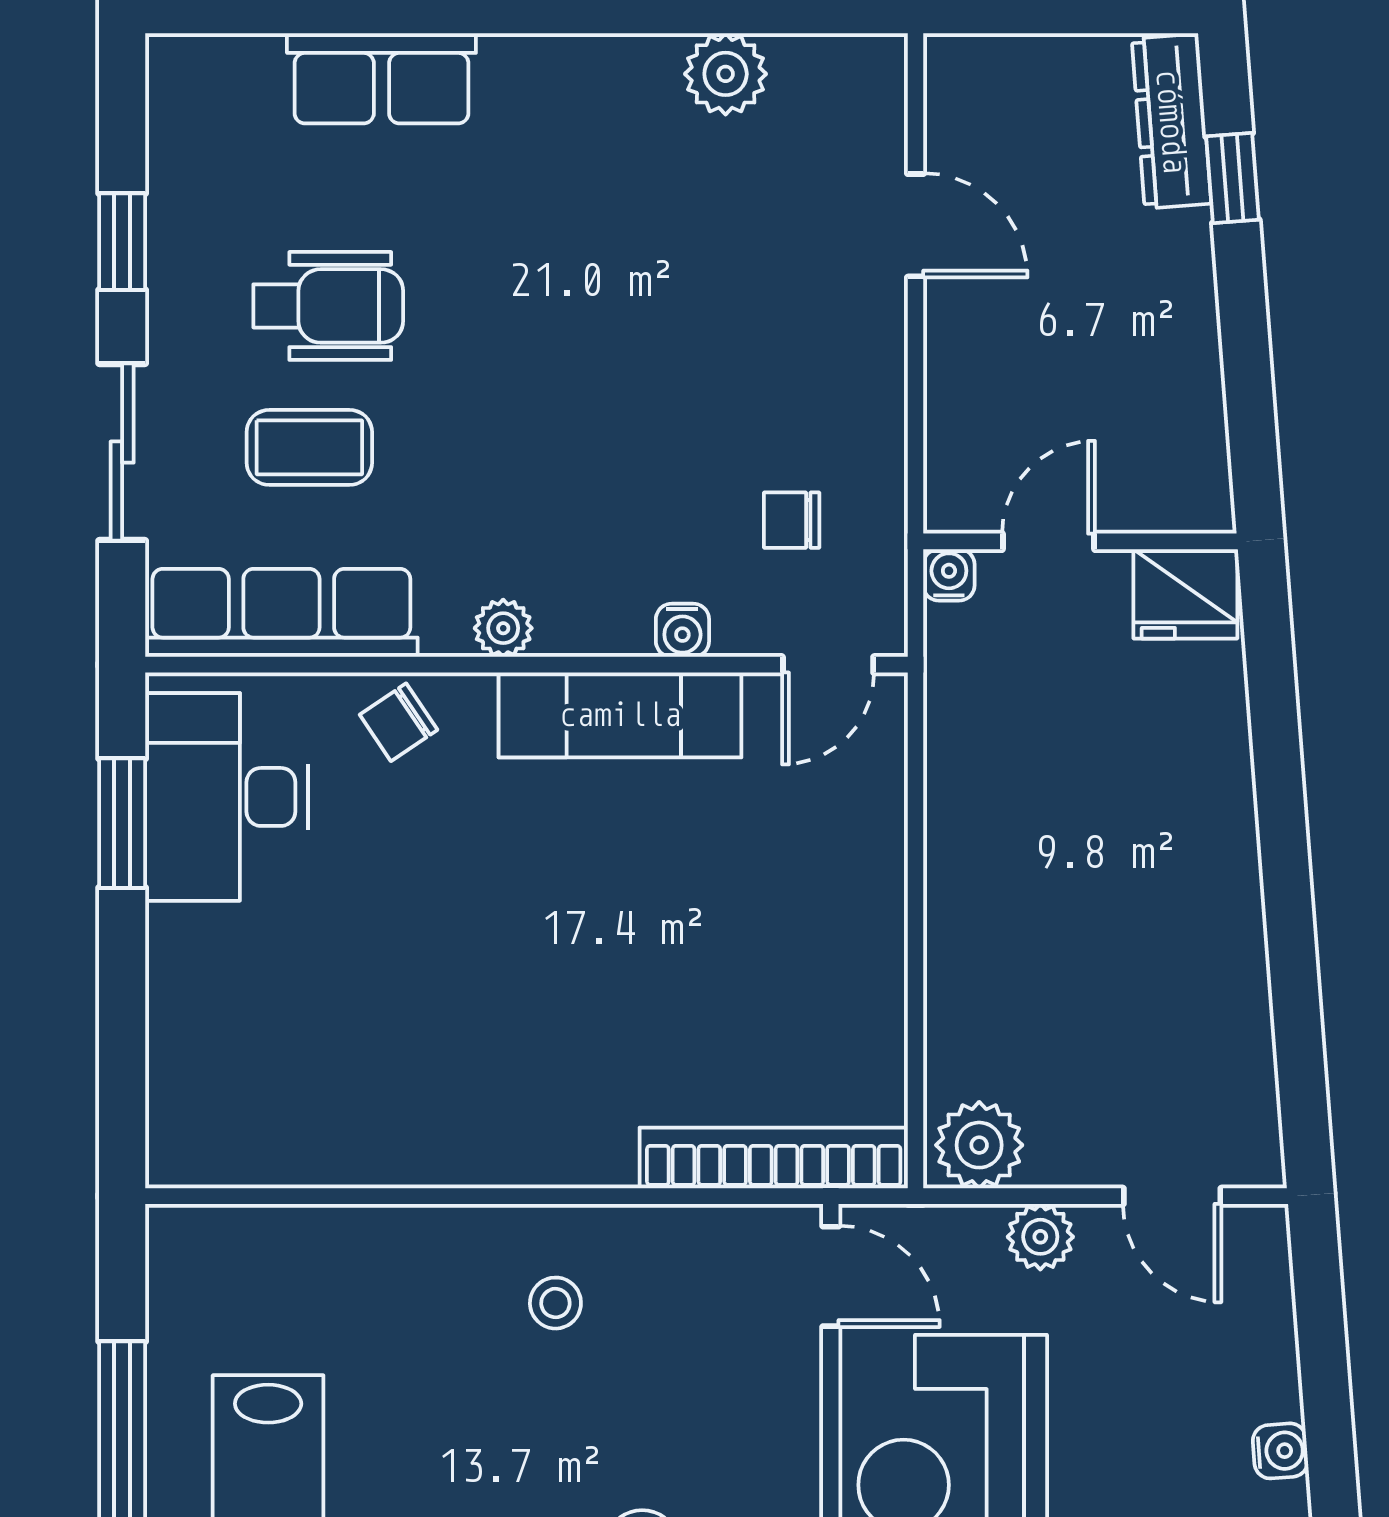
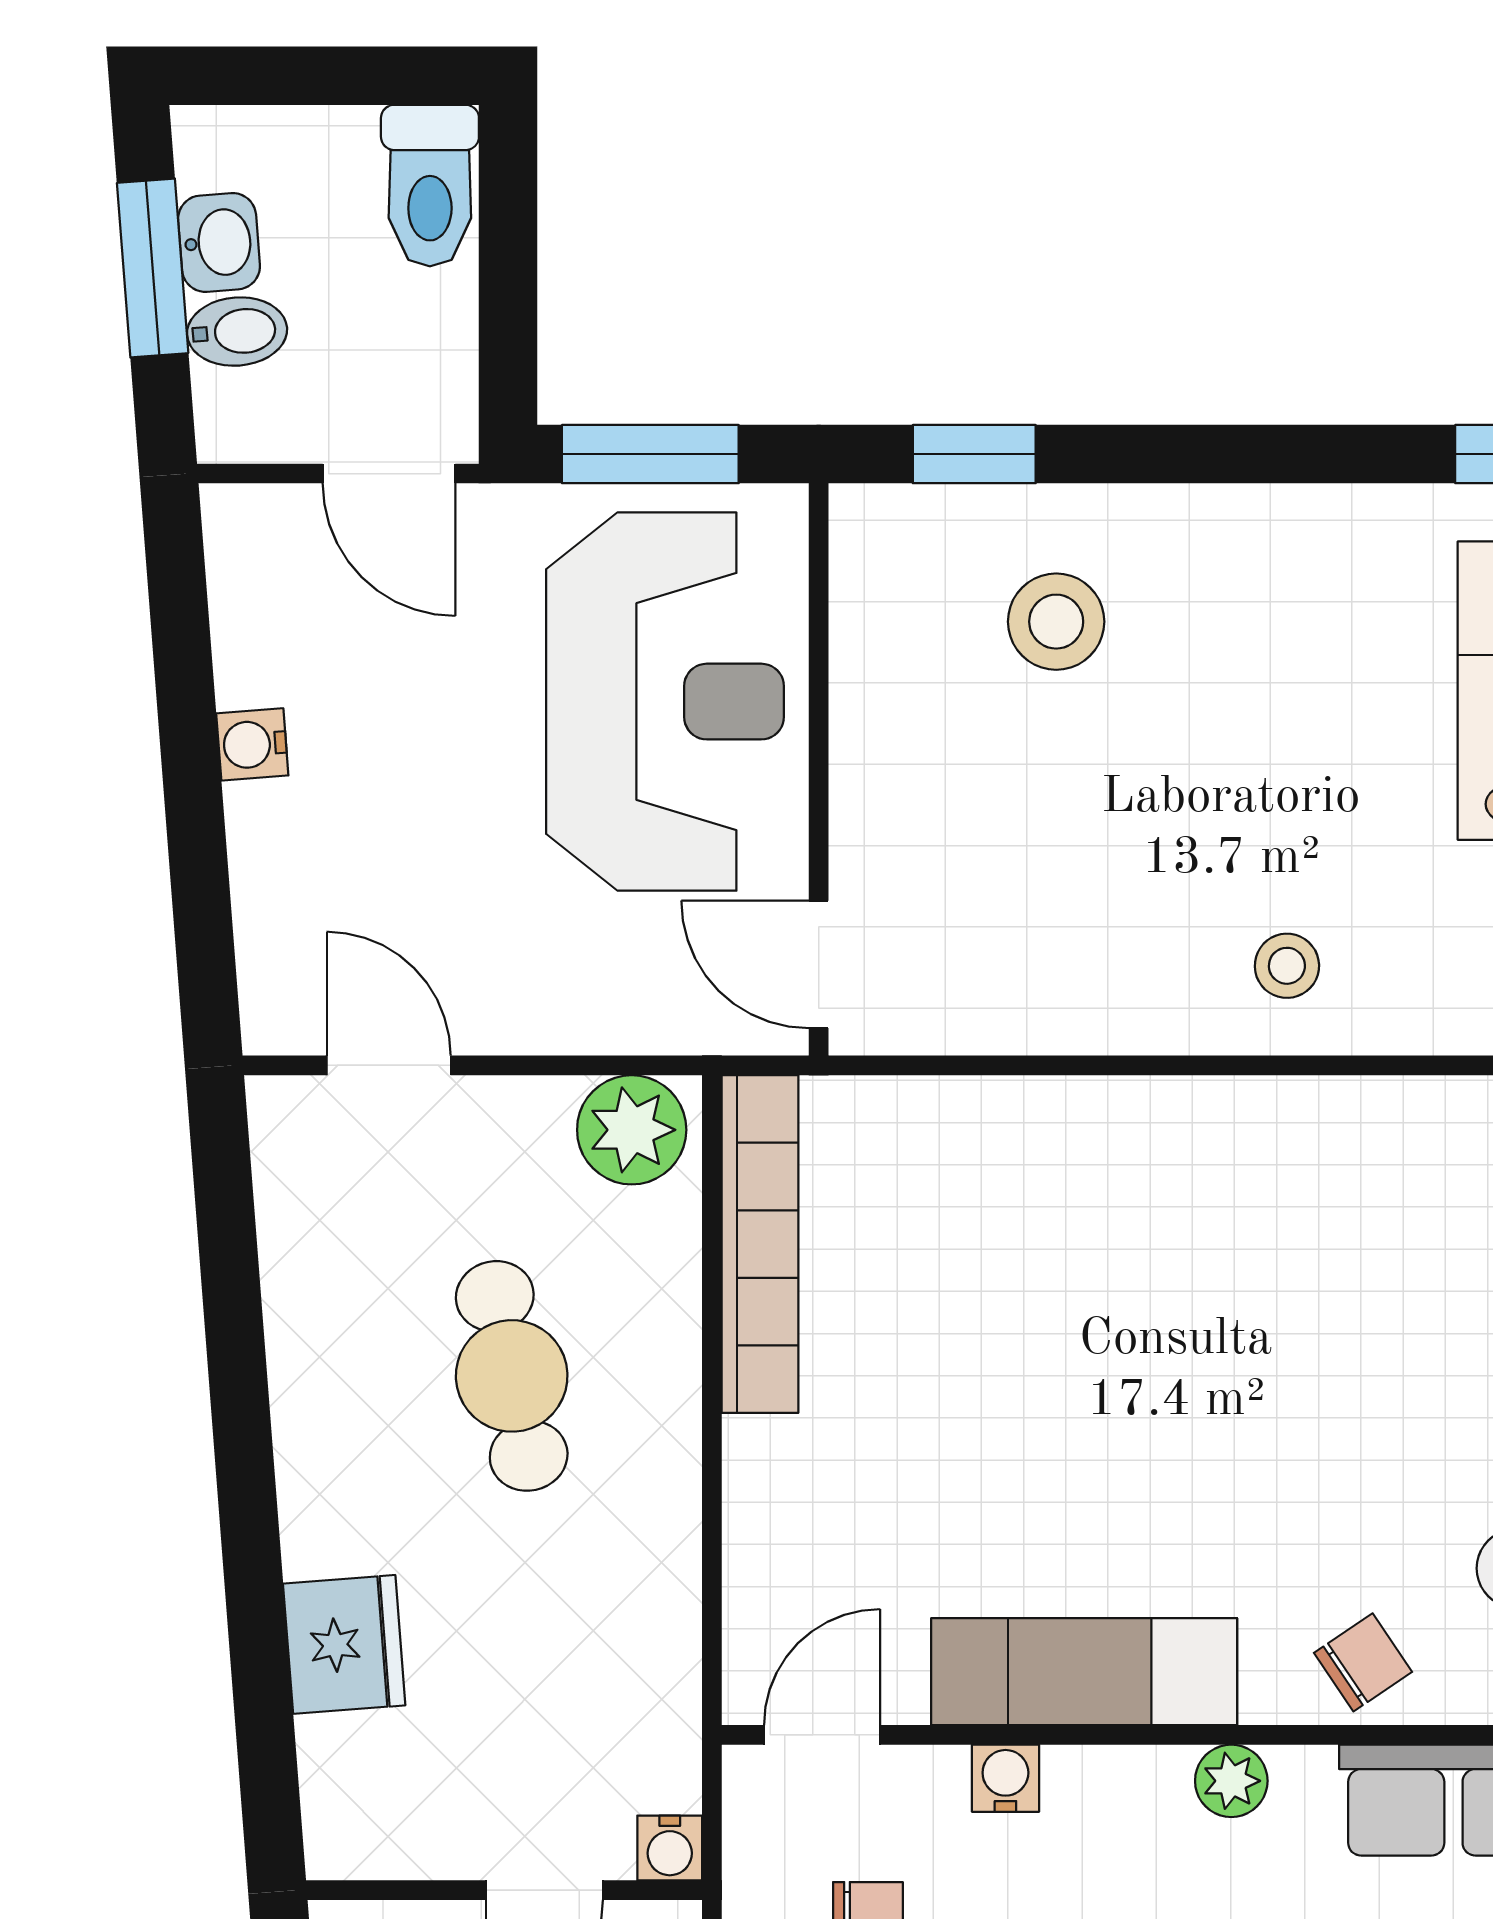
fridge: (1185, 594) -> (344, 1644), moved, turned 86
cafe table: (1074, 950) -> (512, 1376), added
bookcase: (774, 1158) -> (760, 1244), moved, turned -90
plant: (1040, 1237) -> (555, 1014), removed
stool: (555, 1303) -> (1287, 966), moved

